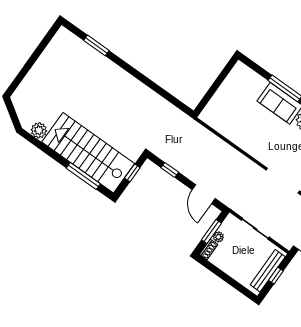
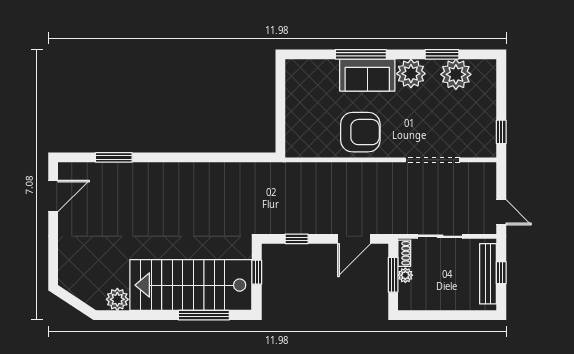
door: (45, 43) -> (53, 196), added
armchair: (252, 134) -> (360, 132), added
door: (204, 194) -> (354, 239), hinge flipped
shoe rack: (209, 249) -> (404, 253), moved

